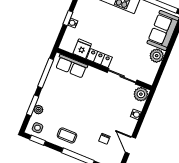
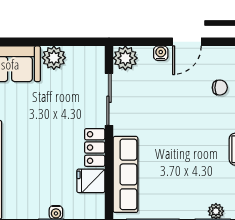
row of seats: (71, 66) -> (125, 174), width x1.48
door: (131, 145) -> (187, 42), moved

